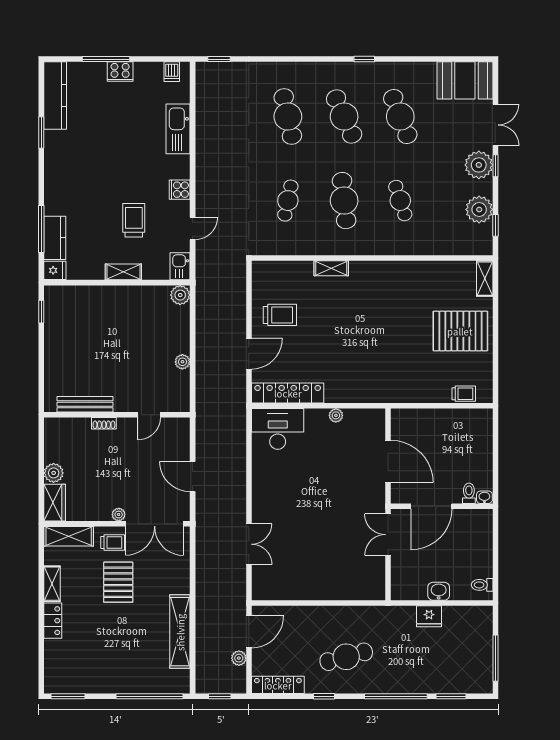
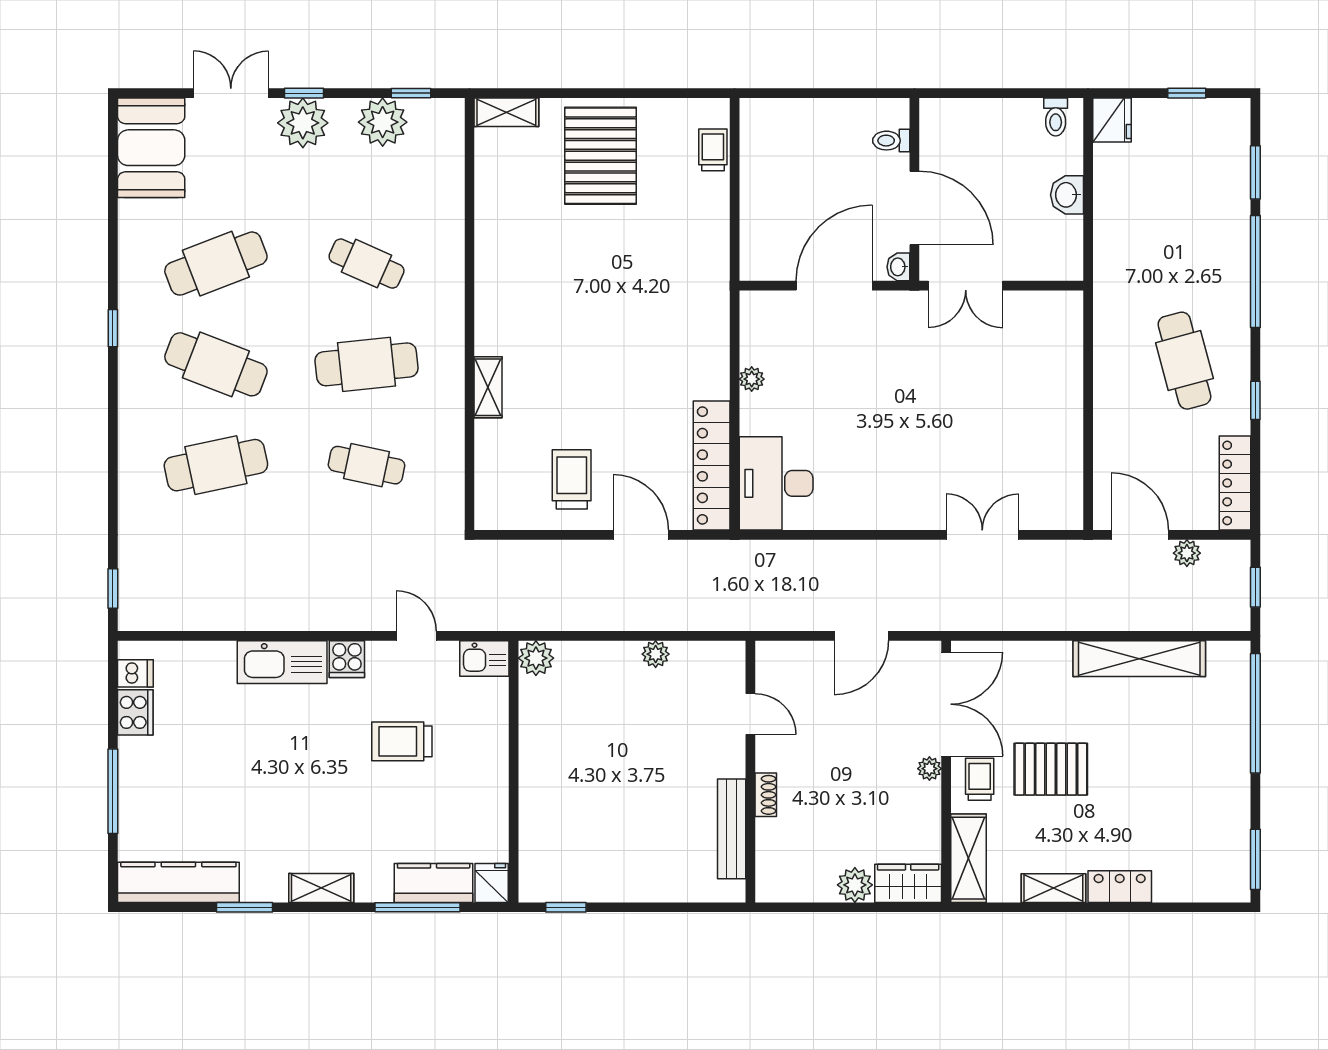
cooker: (120, 72) -> (135, 712), moved
cafe table: (344, 117) -> (216, 364), turned 45
kitchen sink: (178, 129) -> (282, 662), moved
cafe table: (400, 201) -> (367, 264), turned 42
shelving: (123, 272) -> (321, 888), moved, turned 90
washbasin: (484, 497) -> (898, 267), moved
fridge: (429, 616) -> (1112, 120), moved
window: (495, 658) -> (1187, 93), width x0.46

